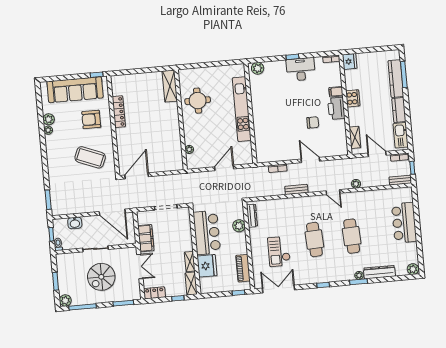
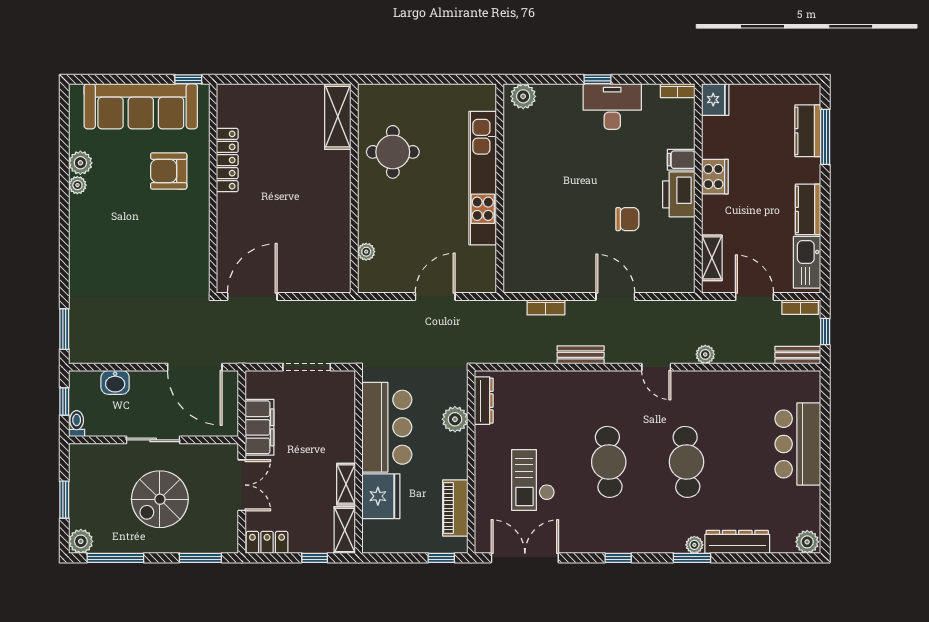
kitchen counter: (396, 79) -> (808, 131), width x0.67
coffee table: (90, 157) -> (159, 249), removed

